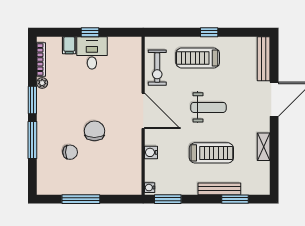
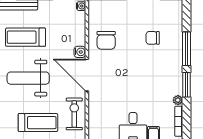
weight bench: (208, 107) -> (28, 78), width x1.36, depth x1.33
chair: (94, 131) -> (106, 40), moved
water cooler: (151, 152) -> (80, 52), moved

